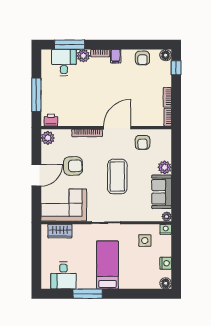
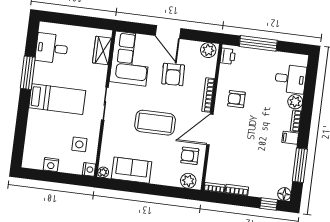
window: (70, 45) -> (300, 165), moved
armchair: (142, 58) -> (236, 99), moved
door: (117, 128) -> (210, 130), swing flipped
plant: (165, 167) -> (188, 181), moved
floor lamp: (166, 283) -> (28, 162), removed

